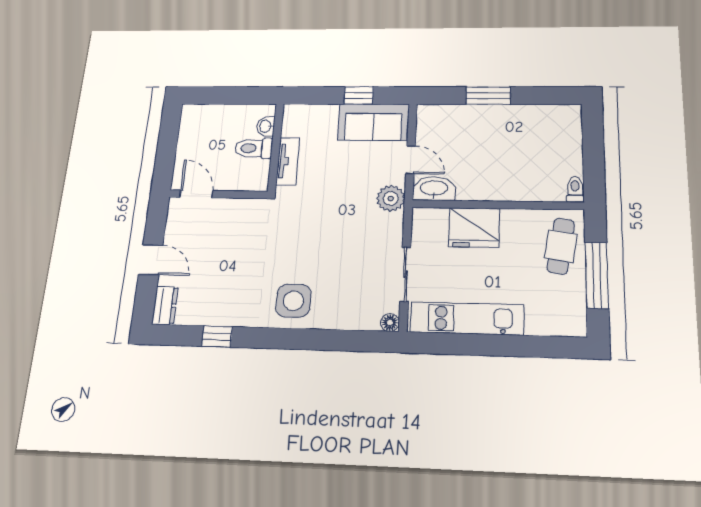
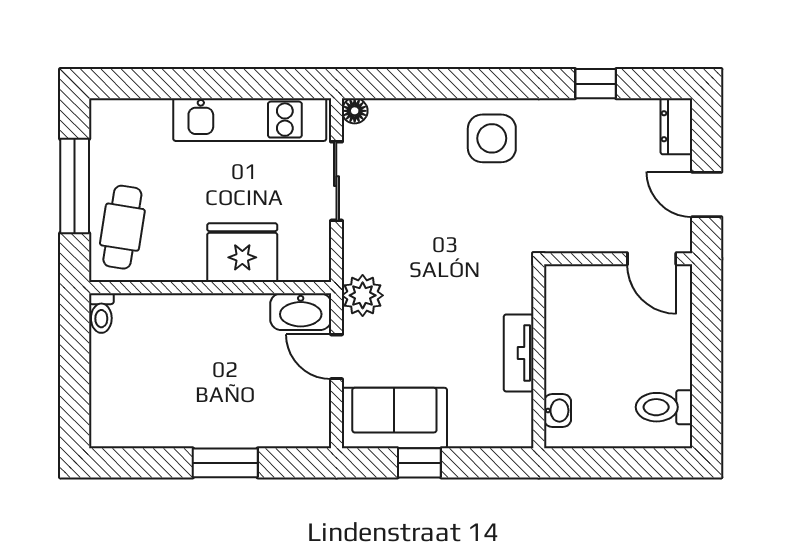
toilet: (254, 148) -> (664, 407), moved, turned 180
door: (196, 194) -> (652, 259), moved
wall: (218, 194) -> (618, 259), moved

